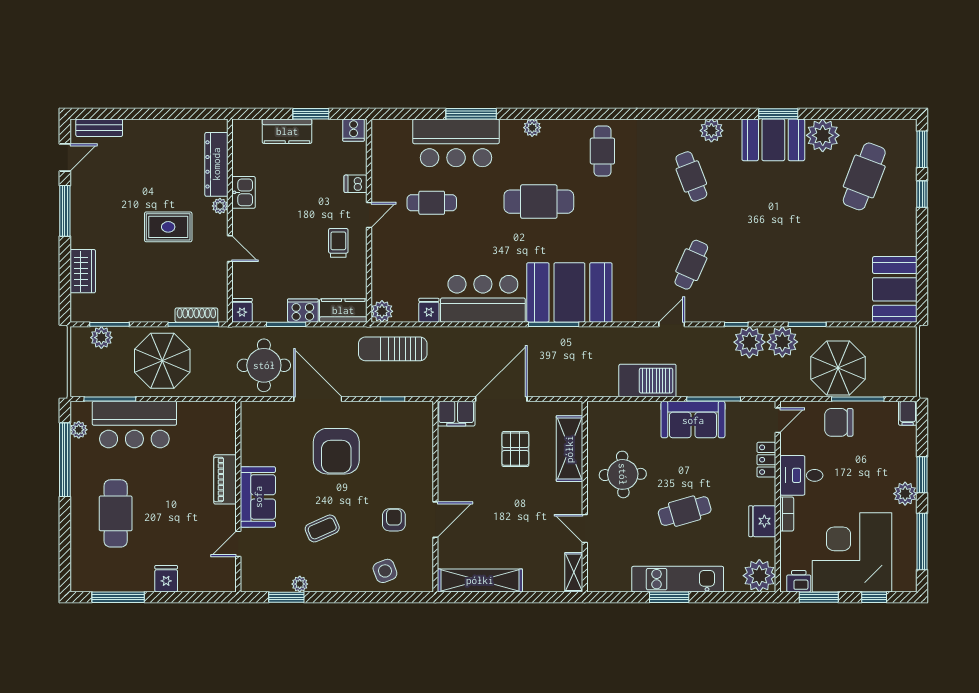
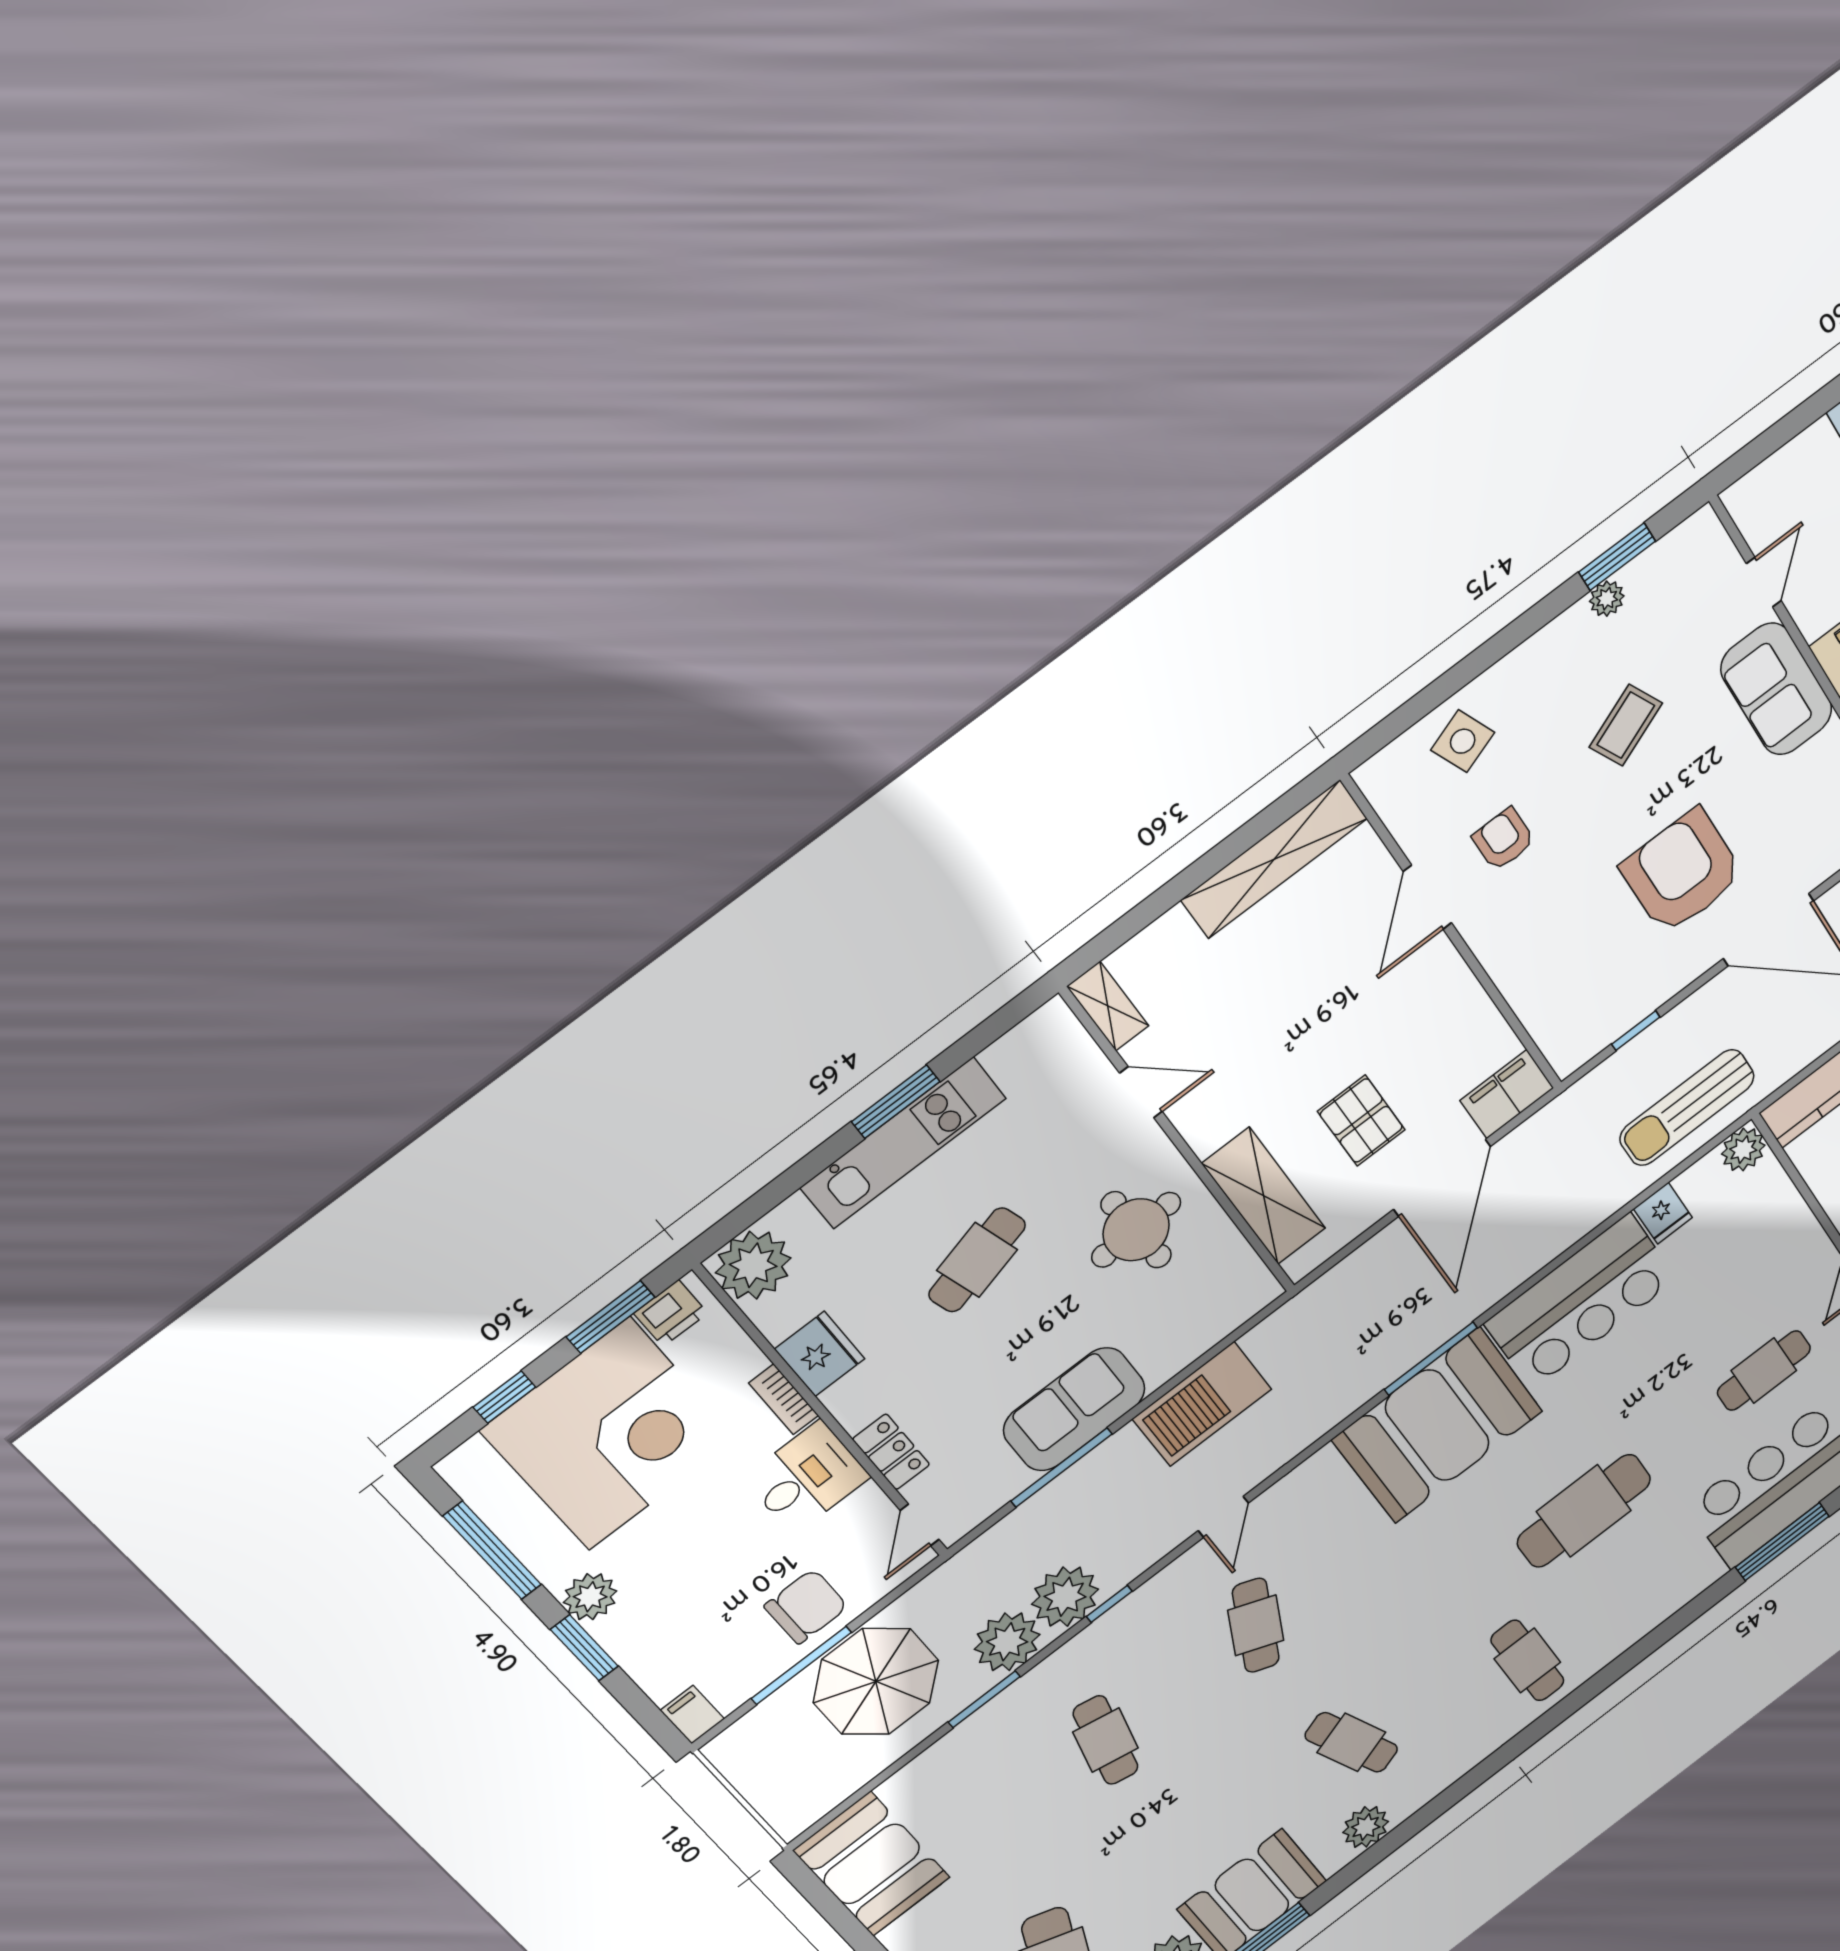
plant: (532, 128) -> (1668, 1601), removed
cafe table: (778, 265) -> (1106, 1740), added
sun lounger: (393, 349) -> (1687, 1108), turned 180
armchair: (394, 520) -> (1503, 839), turned 180

